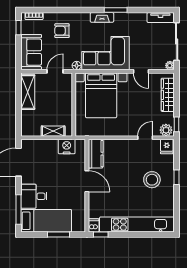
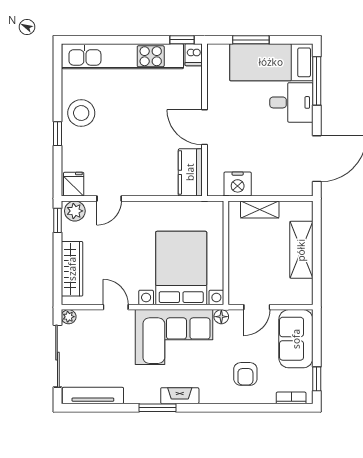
tv unit: (160, 18) -> (93, 395), width x1.41
armchair: (62, 31) -> (245, 374), turned 90
shelving: (28, 92) -> (301, 250), moved
stool: (152, 180) -> (81, 113), moved

